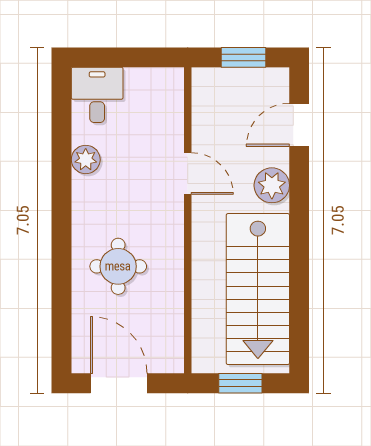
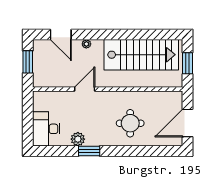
desk: (97, 95) -> (46, 129), width x1.37
window: (62, 183) -> (89, 151), added
plant: (272, 185) -> (86, 44), width x0.53, depth x0.53

